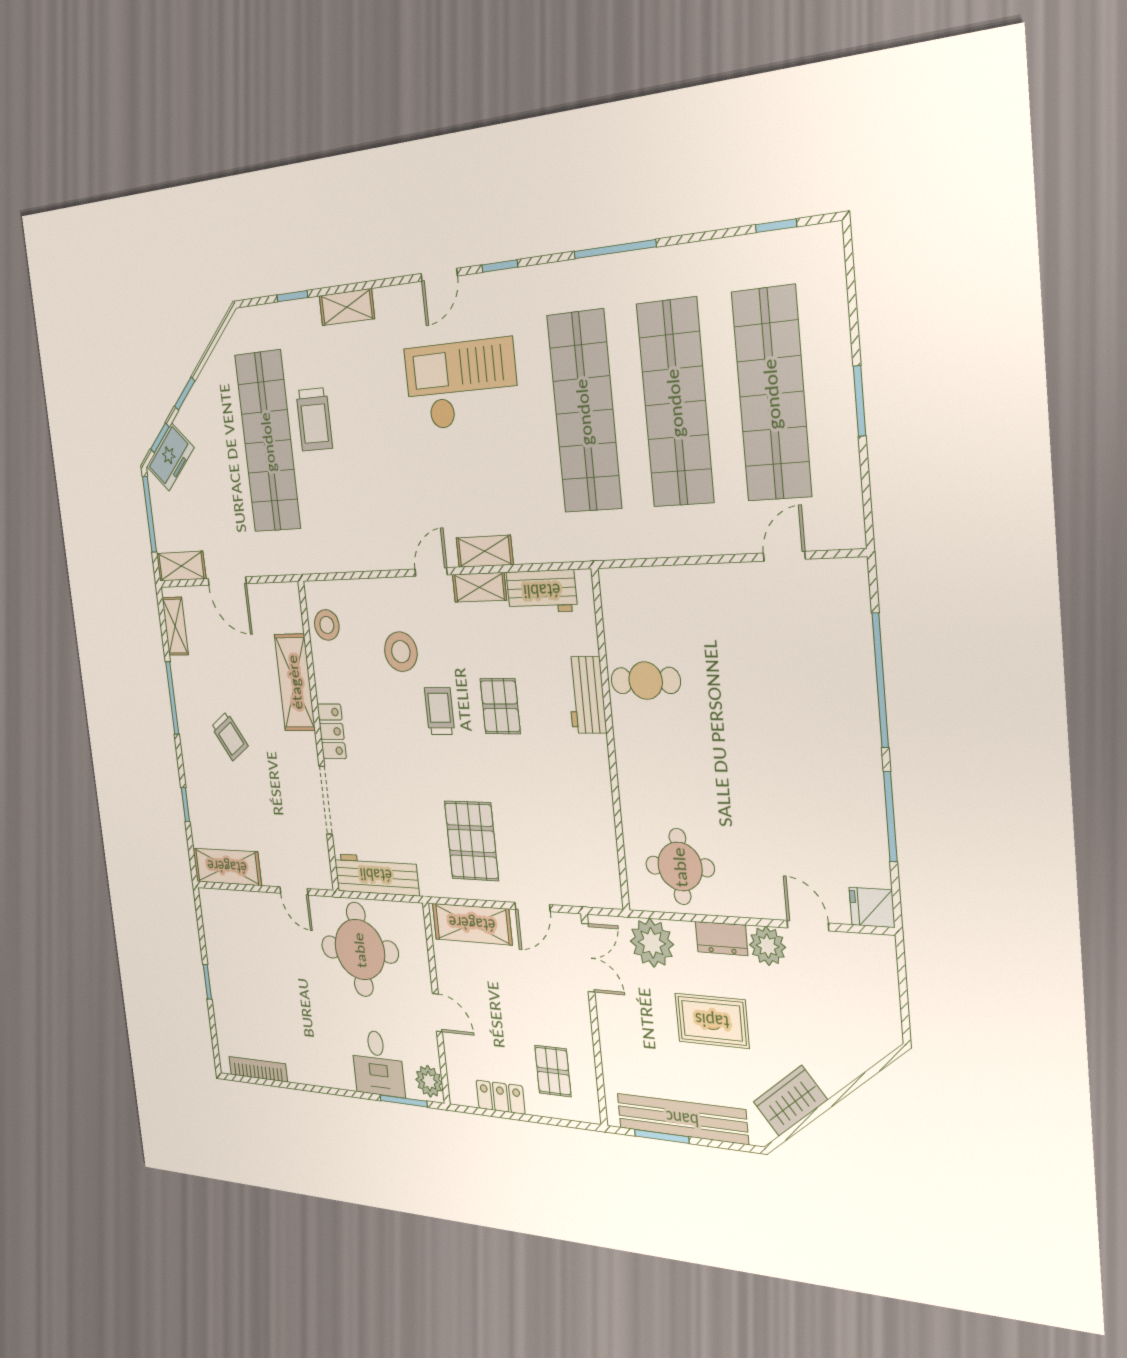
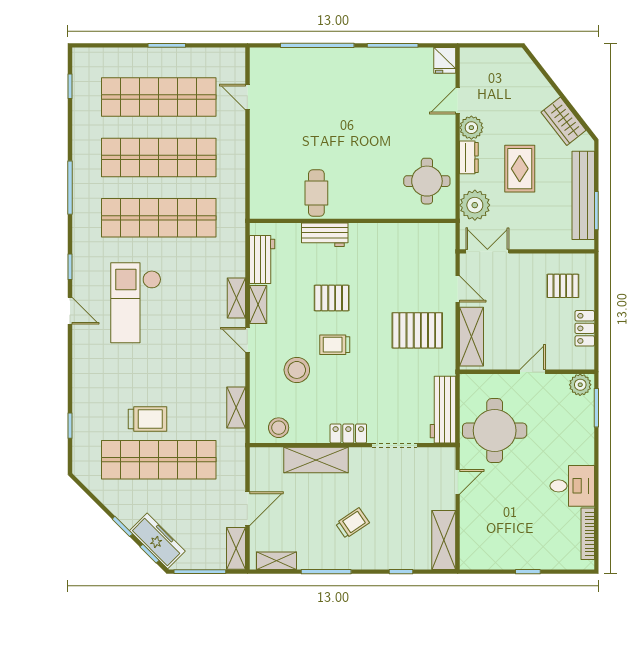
shelving: (347, 307) -> (236, 407), moved
freezer: (170, 457) -> (157, 541), width x1.40
desk: (378, 1063) -> (572, 486), moved

